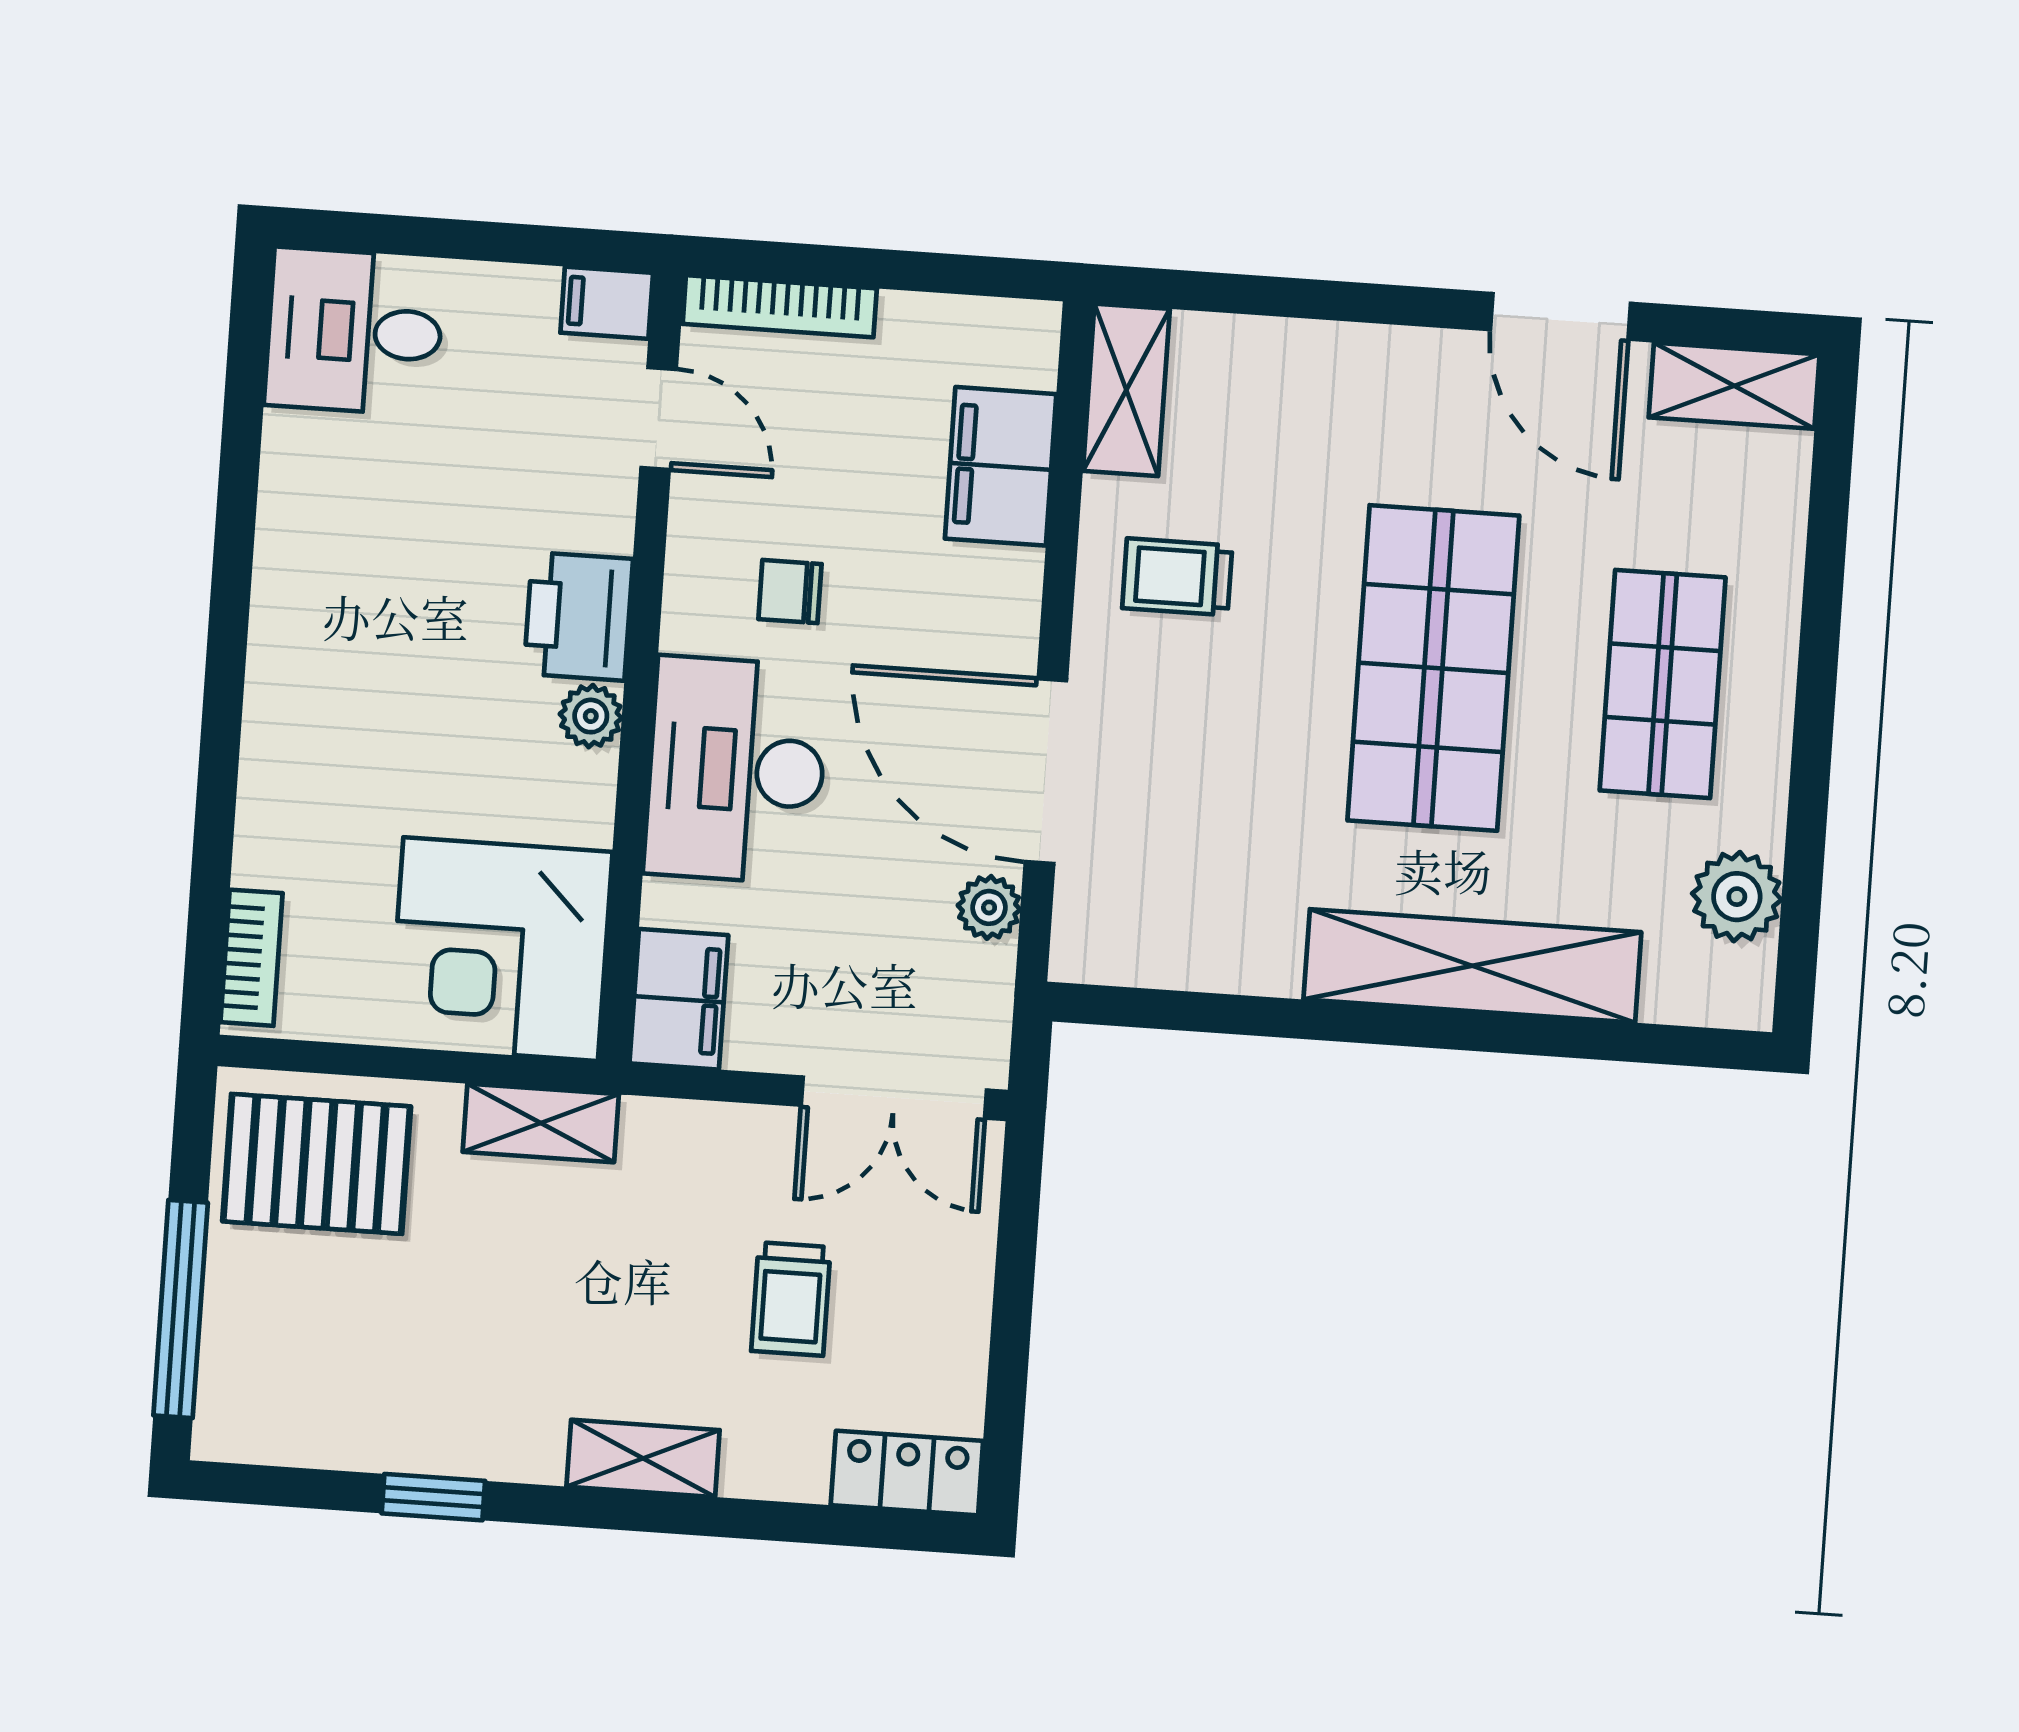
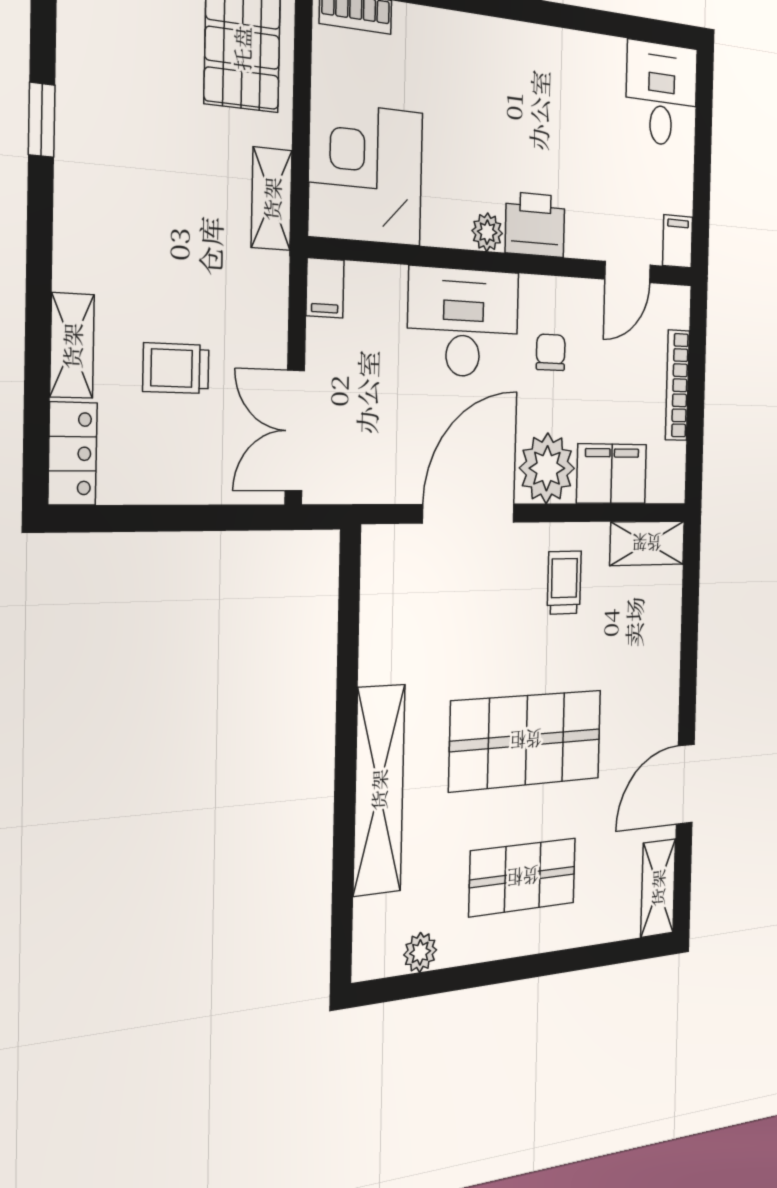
bookcase: (780, 306) -> (677, 385), moved
plant: (1737, 897) -> (420, 952), width x0.73, depth x0.73
plant: (989, 907) -> (547, 468), moved, width x1.88, depth x1.88
filing cabinet: (679, 999) -> (325, 288), width x0.50
shelving: (643, 1458) -> (72, 346), moved

